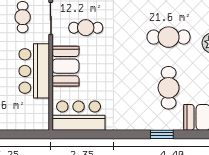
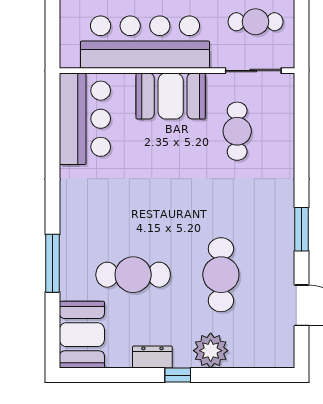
bar counter: (34, 71) -> (145, 42), width x1.36
window: (162, 134) -> (52, 263), width x1.44

